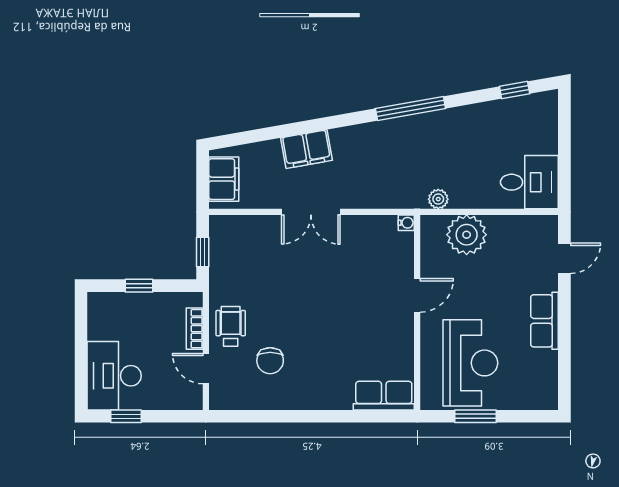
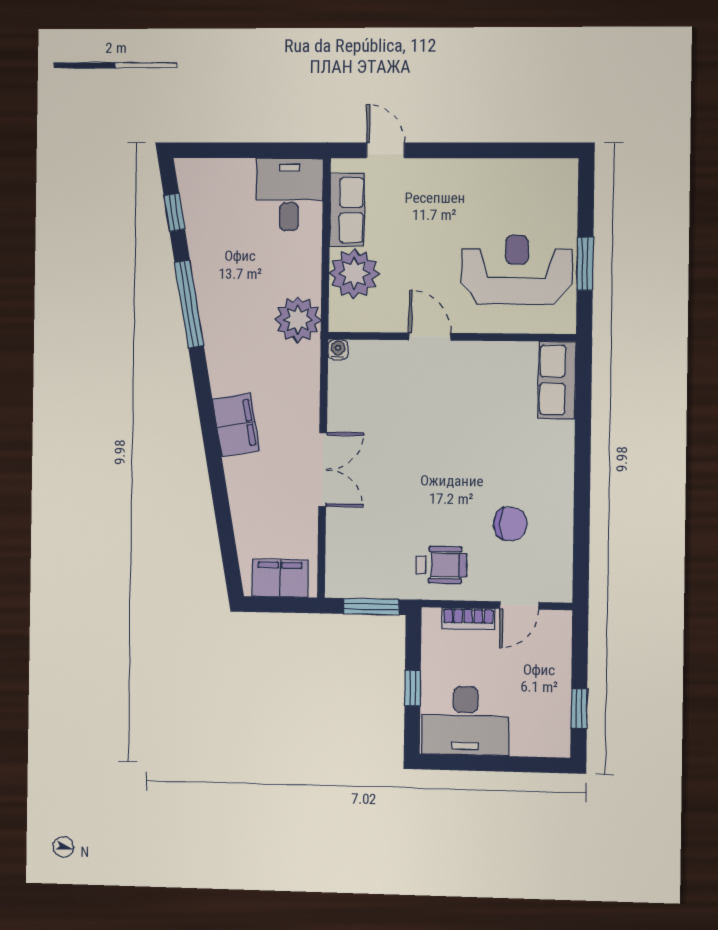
window: (410, 108) -> (189, 304), moved
filing cabinet: (307, 149) -> (236, 425), moved
plant: (438, 199) -> (298, 320), width x1.88, depth x1.88
window: (203, 252) -> (371, 607), width x1.50
row of seats: (544, 321) -> (347, 210), moved, turned -90
wheelchair: (231, 326) -> (441, 565), moved, turned 180
desk: (114, 376) -> (465, 721), moved

